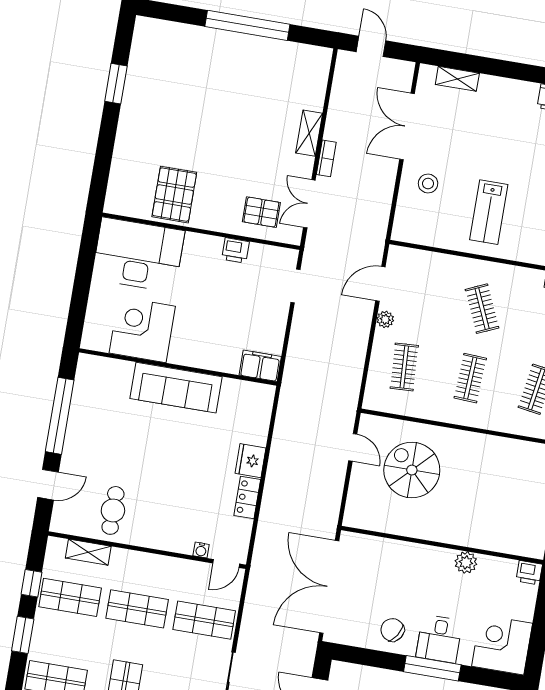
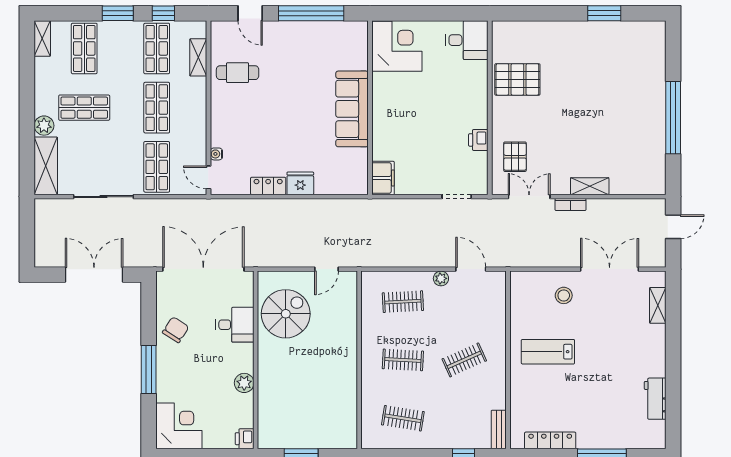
desk: (138, 255) -> (467, 40), width x0.53, depth x0.77
corner desk: (142, 330) -> (397, 46), moved
spiral stairs: (412, 470) -> (286, 314), moved
desk: (439, 639) -> (235, 325), moved, turned 180

